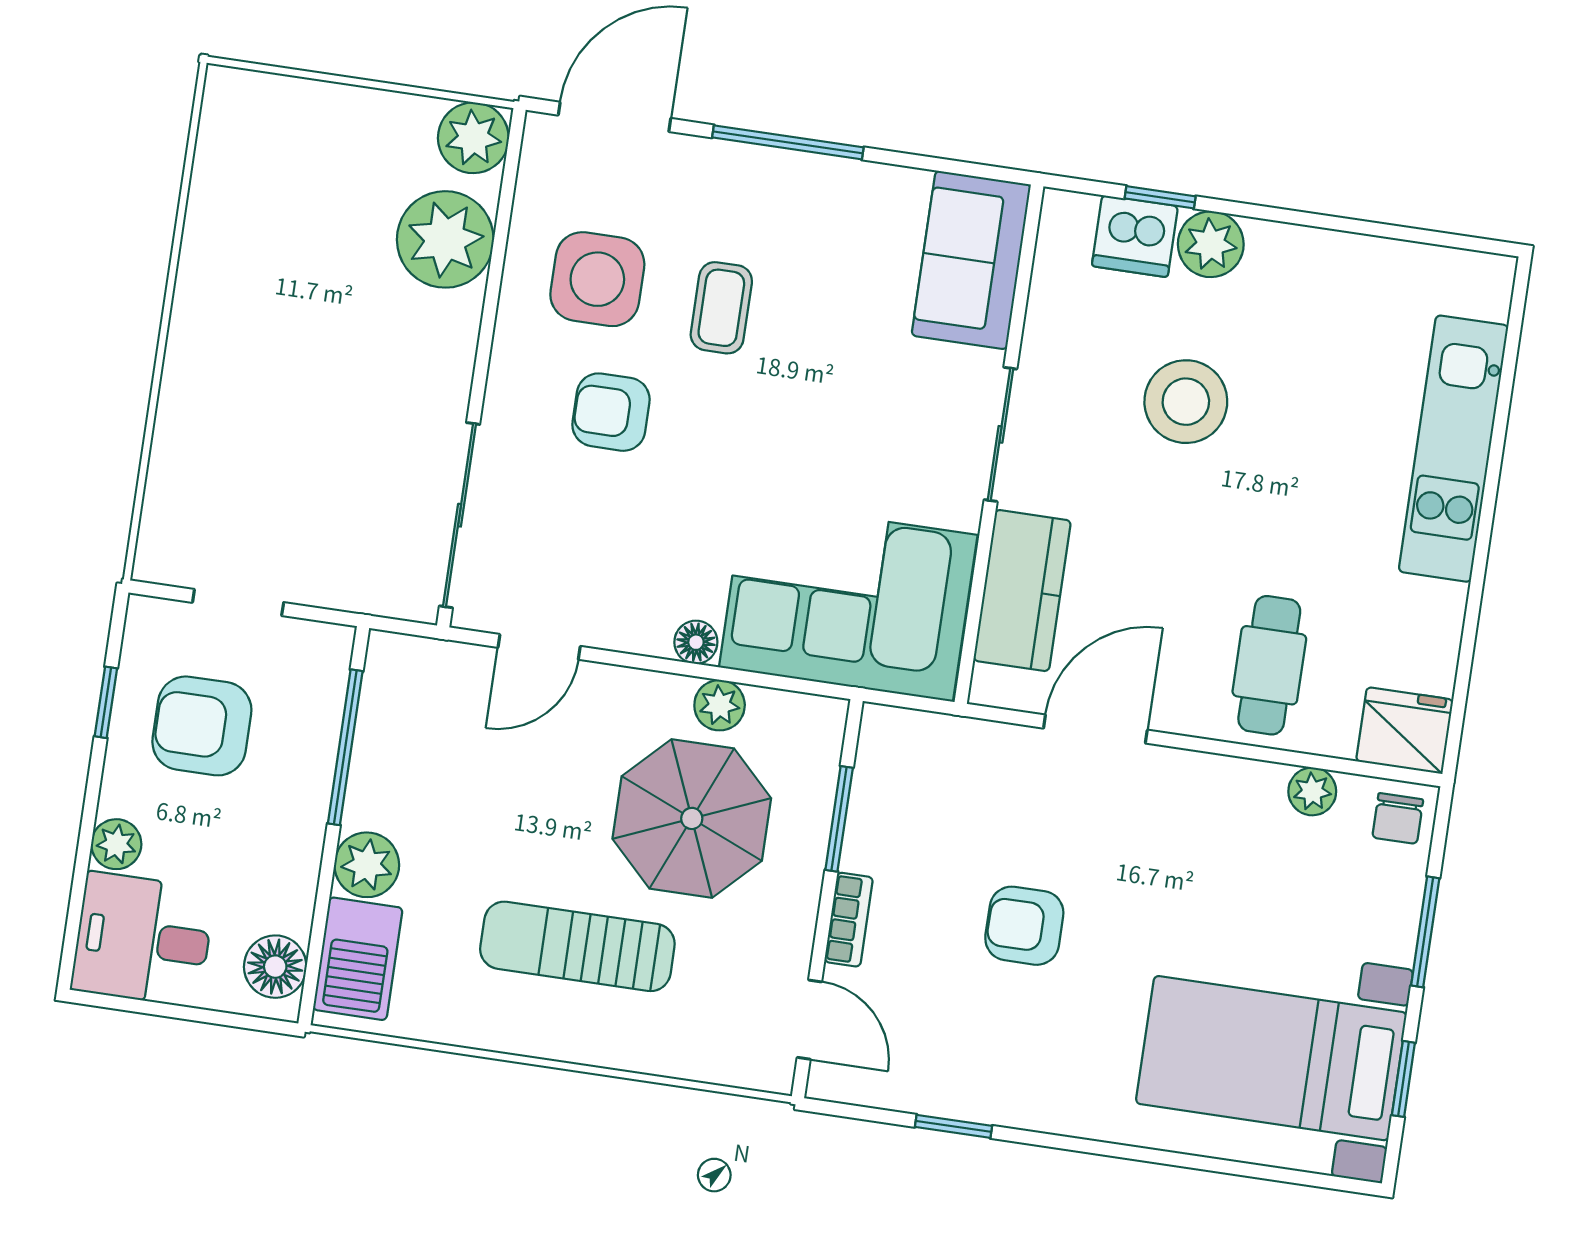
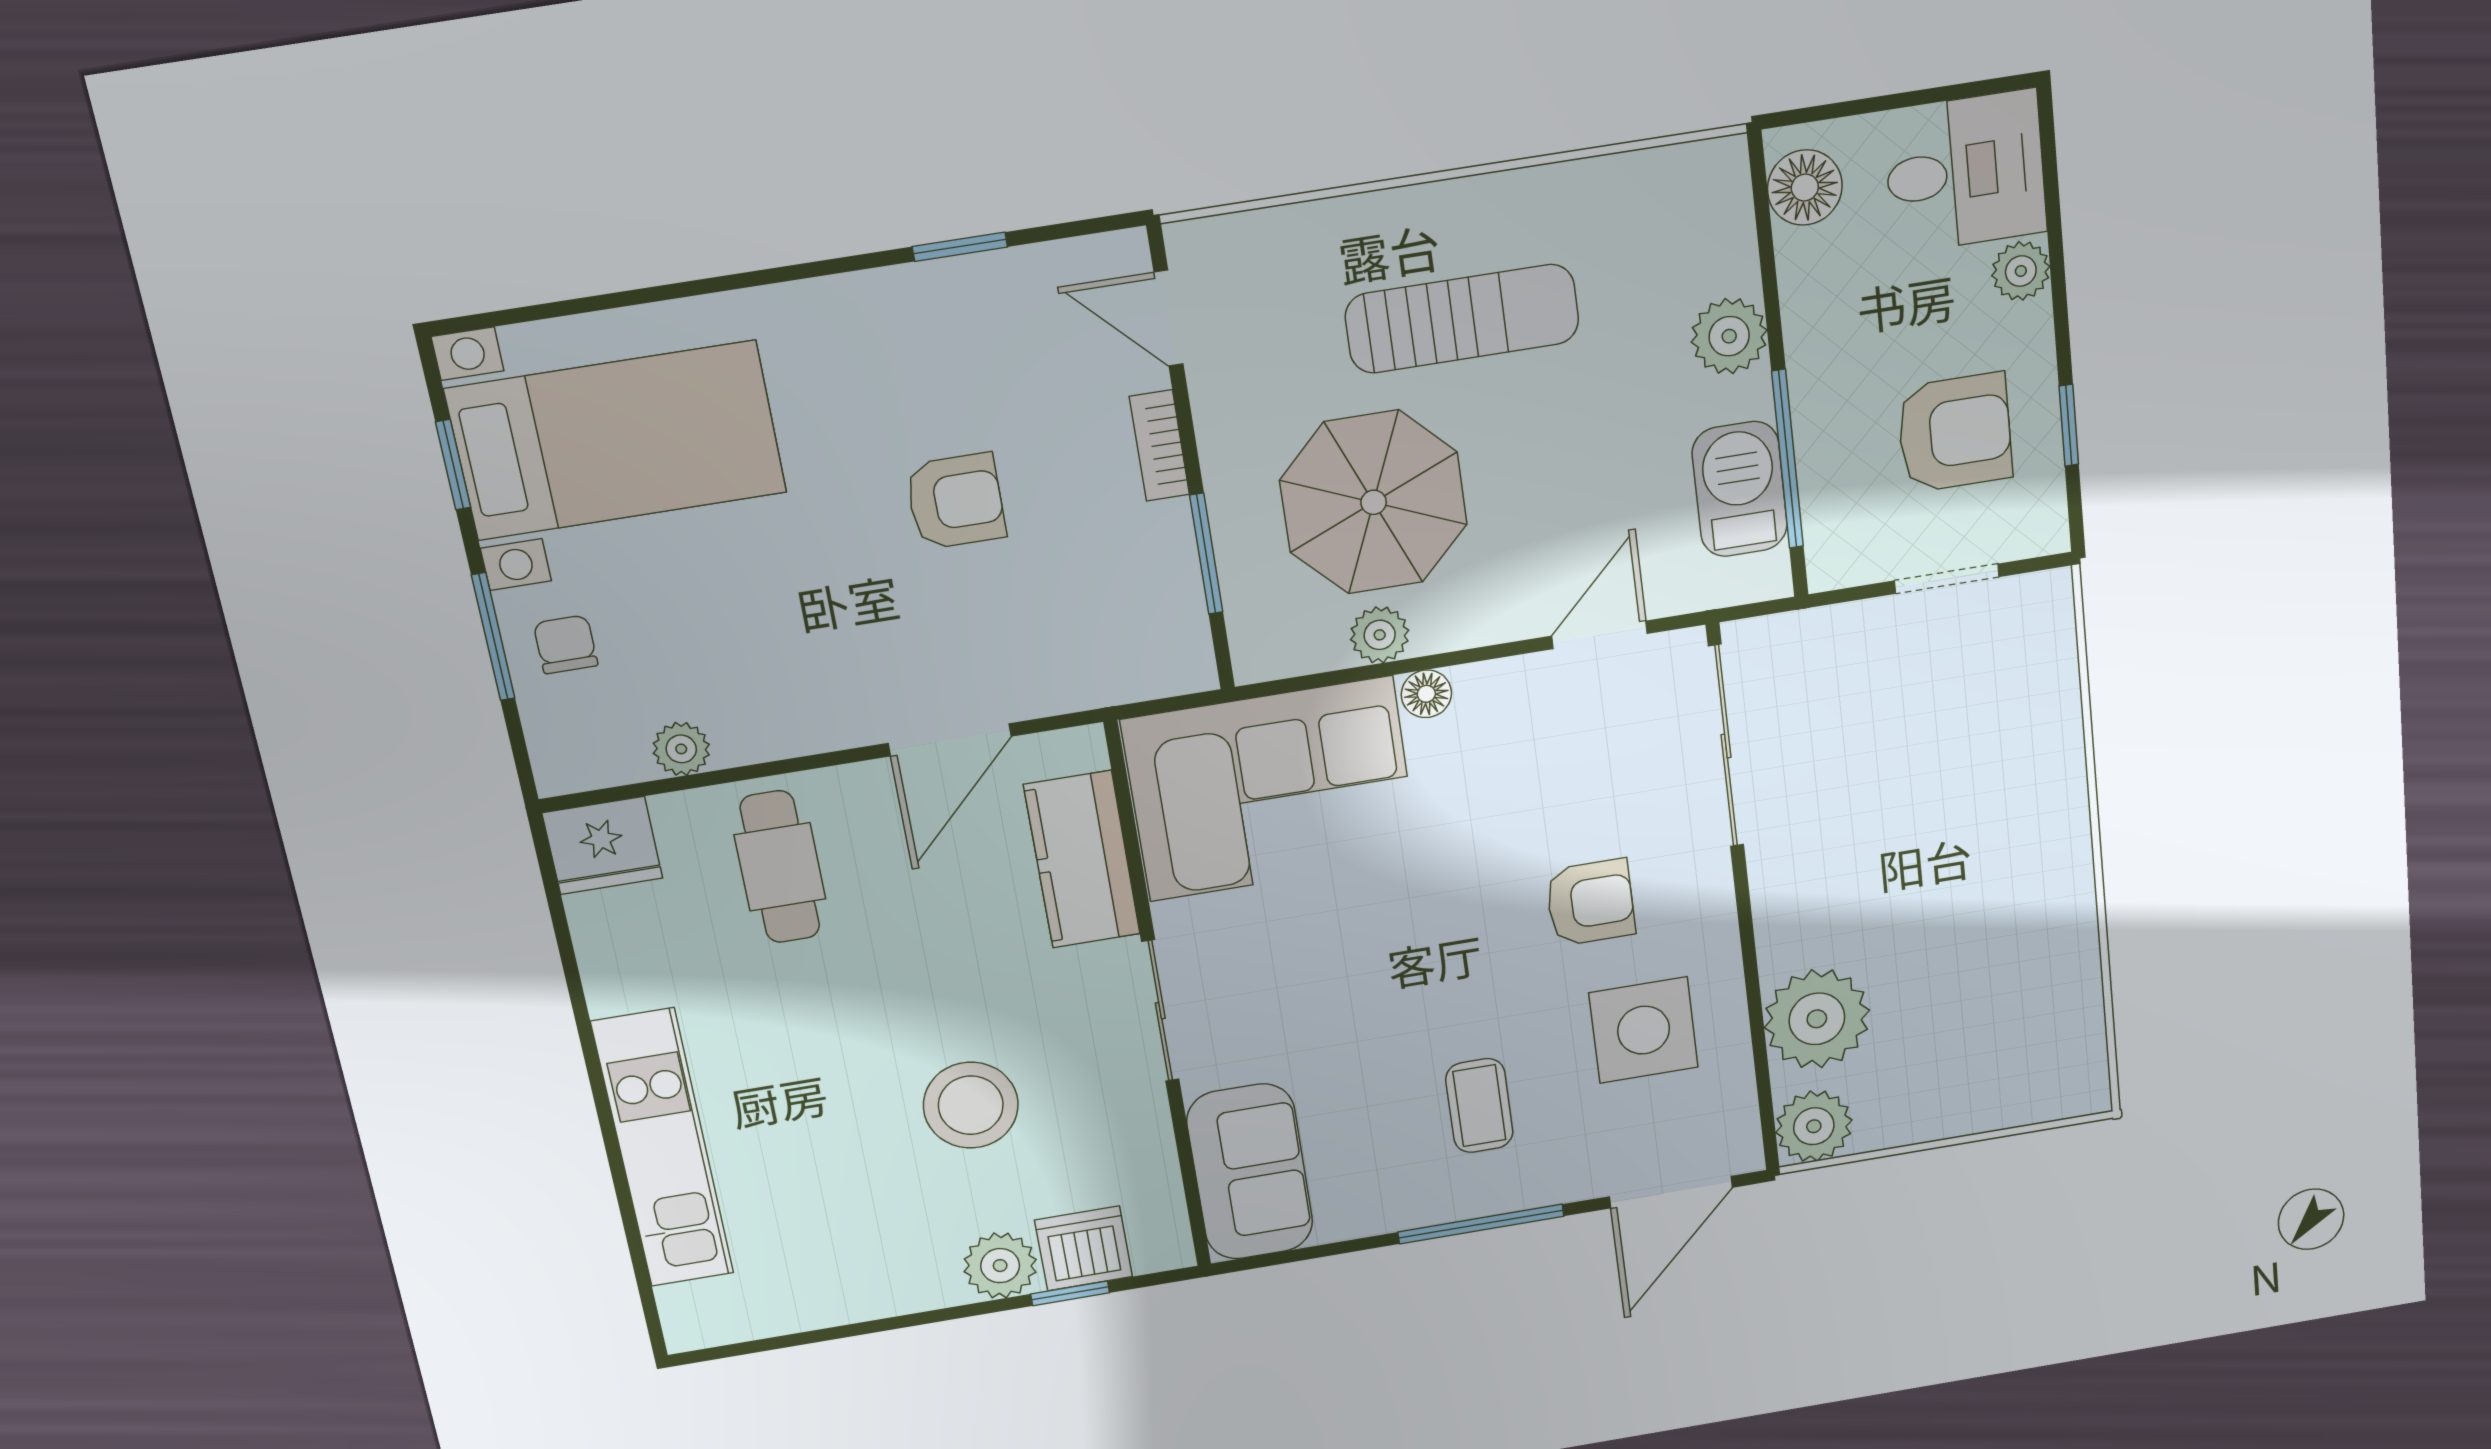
coffee table: (721, 308) -> (1479, 1106), moved
chair: (1398, 818) -> (566, 644), moved
barbecue: (358, 959) -> (1740, 489), moved

